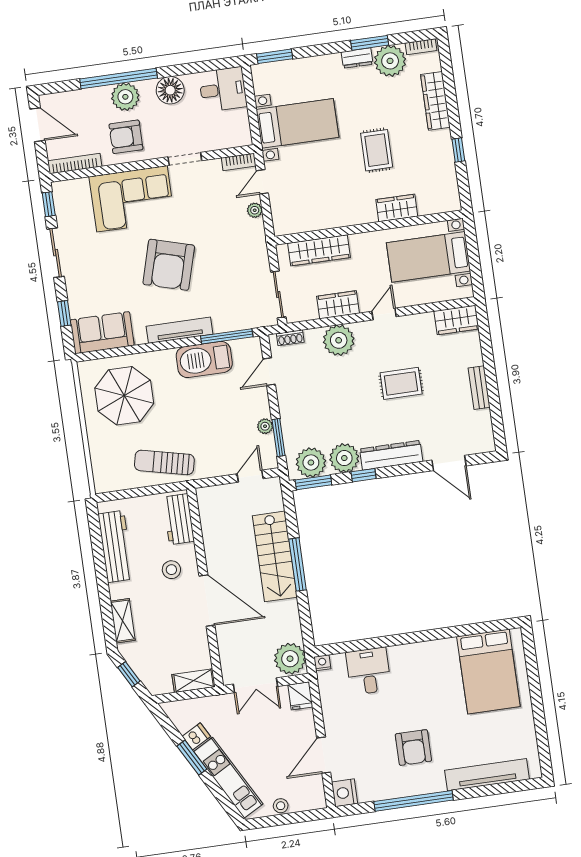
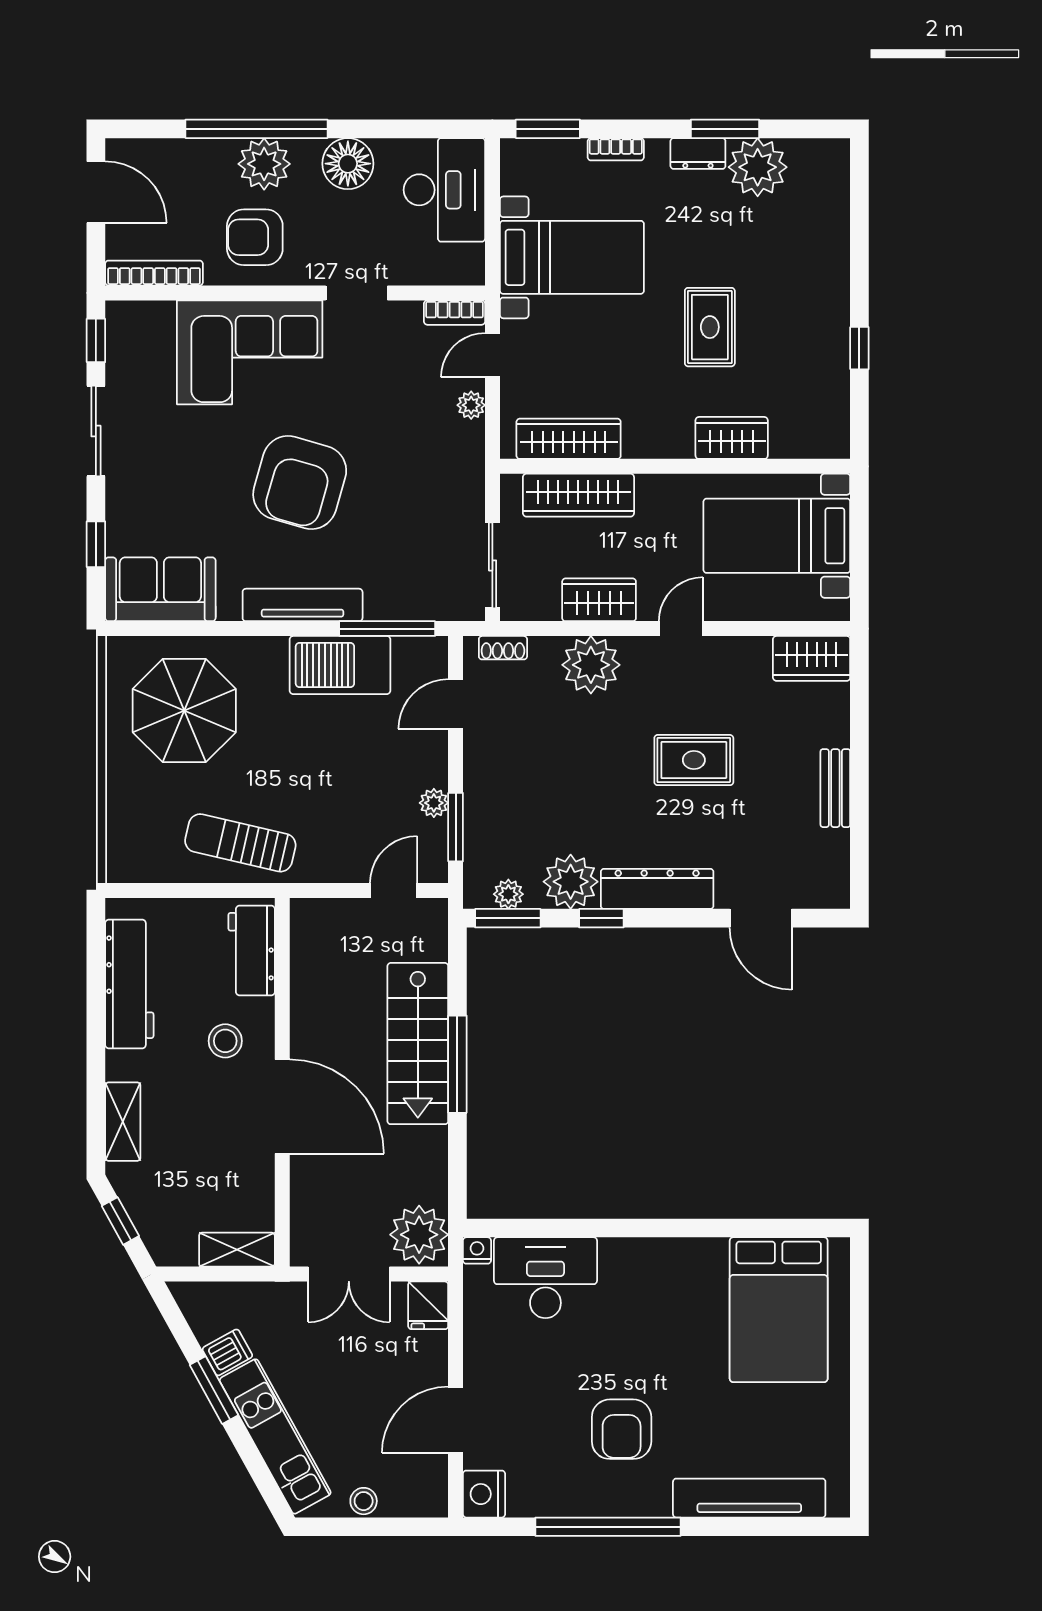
bookcase: (421, 47) -> (616, 149), moved
desk: (223, 89) -> (444, 190), width x1.37
wardrobe: (435, 101) -> (569, 439), moved, turned 90
plant: (311, 463) -> (508, 894), width x0.53, depth x0.53
desk: (369, 671) -> (545, 1278), width x1.37

